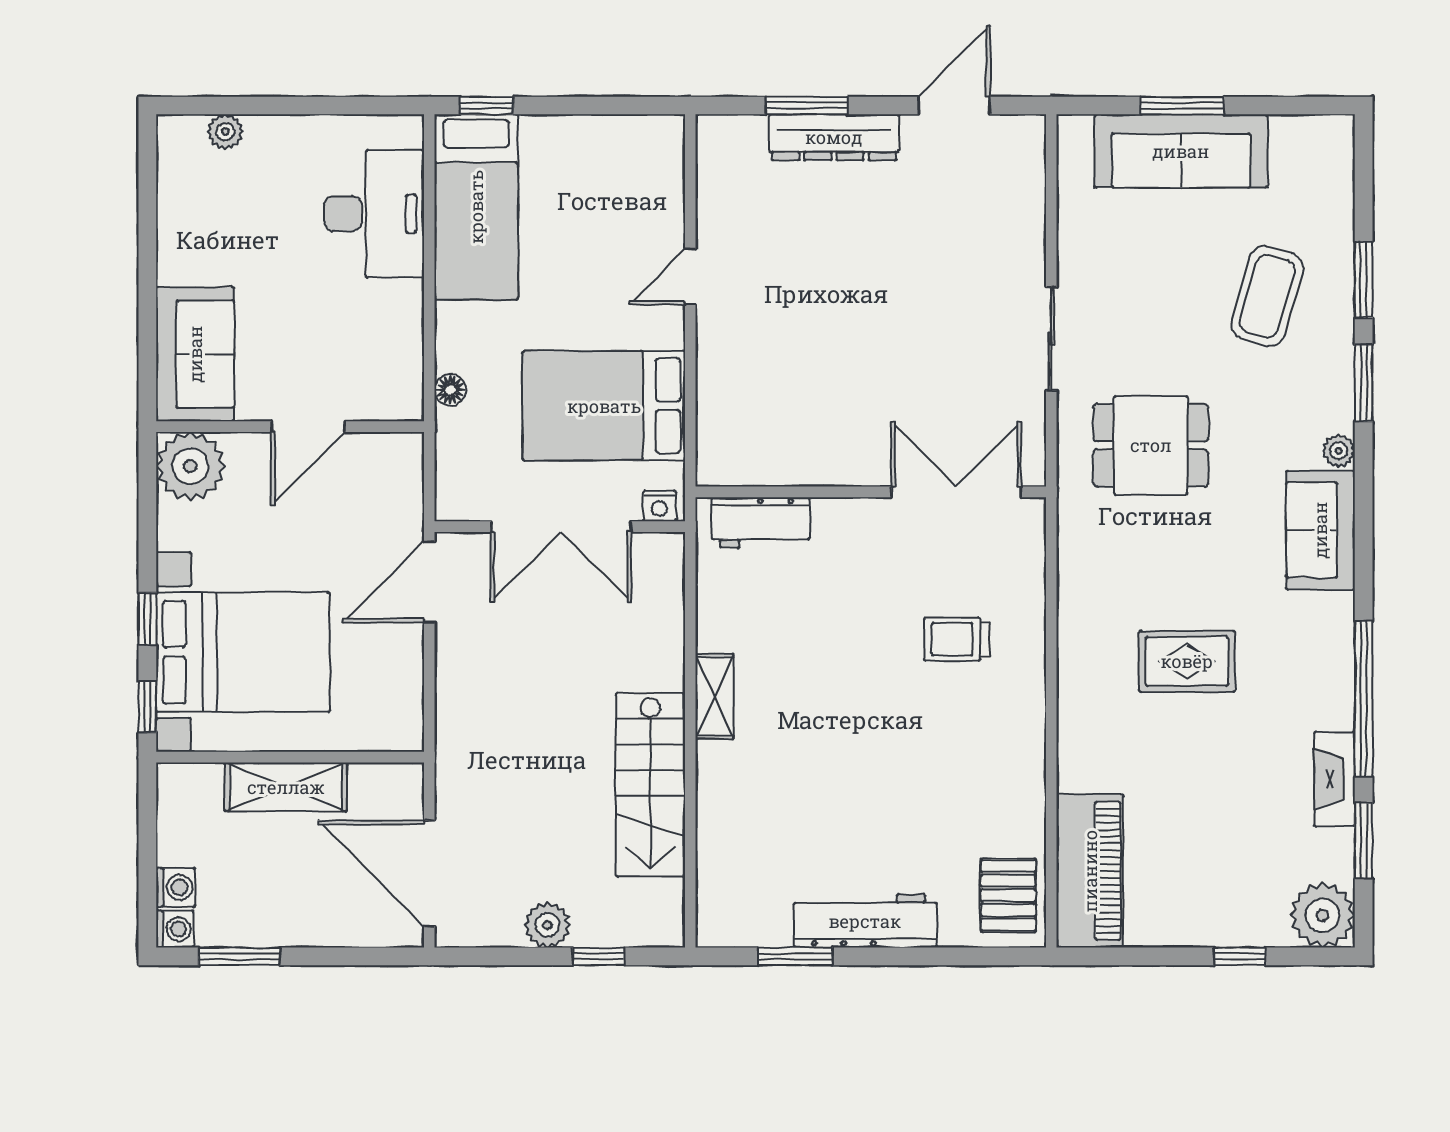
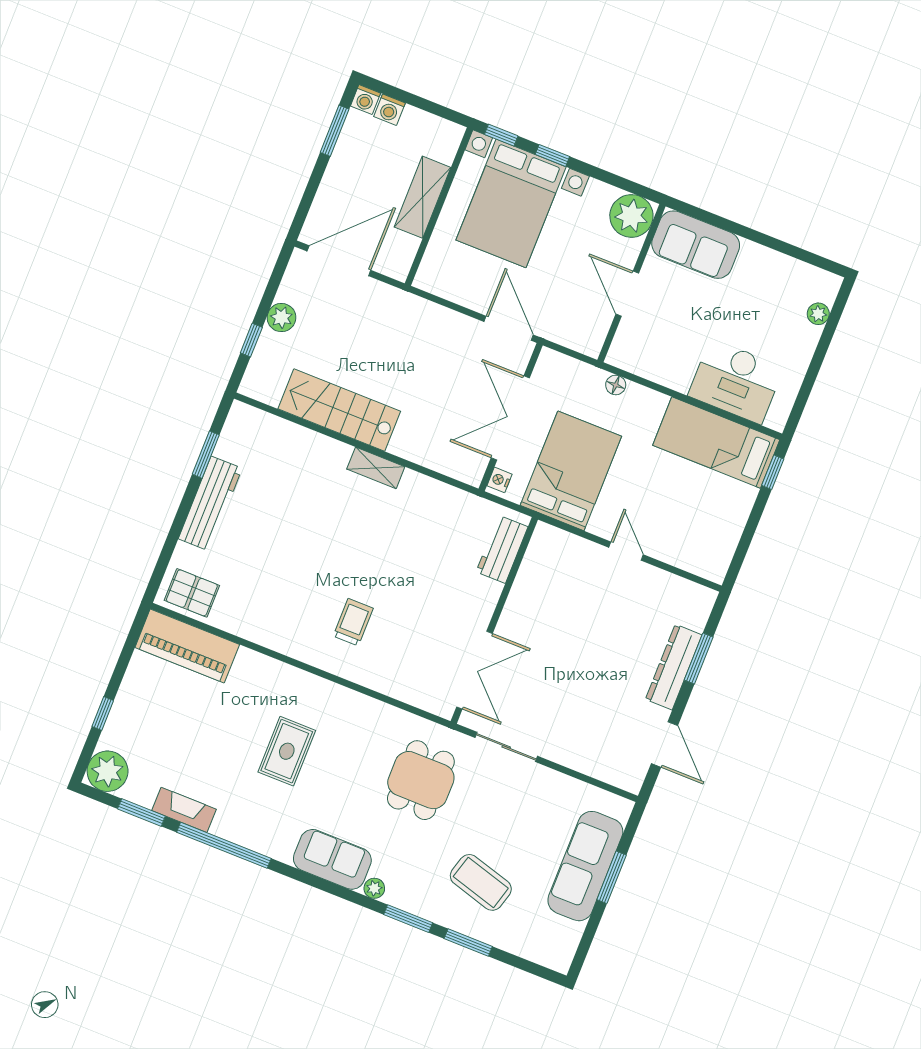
wall: (871, 492) -> (494, 620), moved
double door: (956, 492) -> (474, 670), moved
workbench: (761, 522) -> (502, 549), moved

